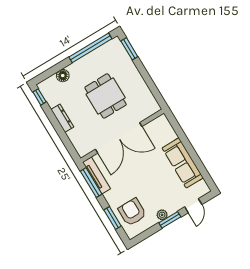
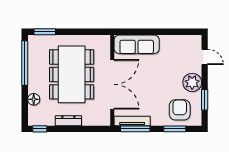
dining table: (106, 96) -> (72, 74), width x1.88, depth x1.24
sofa: (183, 163) -> (137, 44), moved
armchair: (132, 212) -> (180, 110), turned 90
plant: (162, 215) -> (192, 82), width x1.88, depth x1.88
window: (170, 220) -> (205, 100), moved

